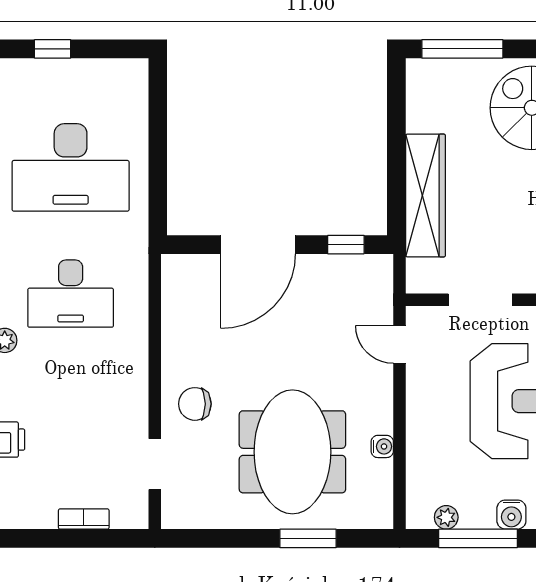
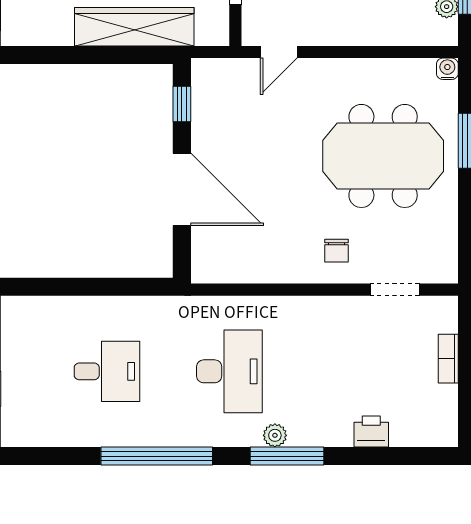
desk: (71, 167) -> (107, 371), width x0.53, depth x0.77
chair: (195, 404) -> (337, 251), width x0.73, depth x0.73
water cooler: (382, 446) -> (447, 69), moved

